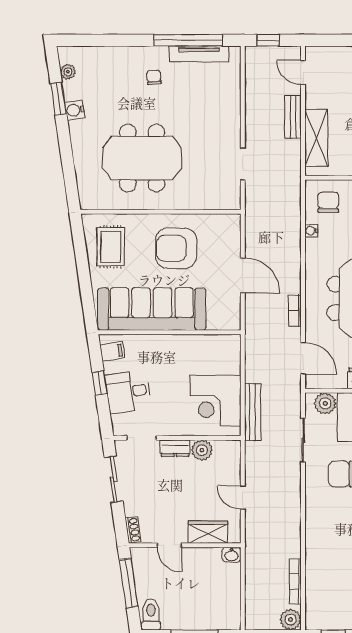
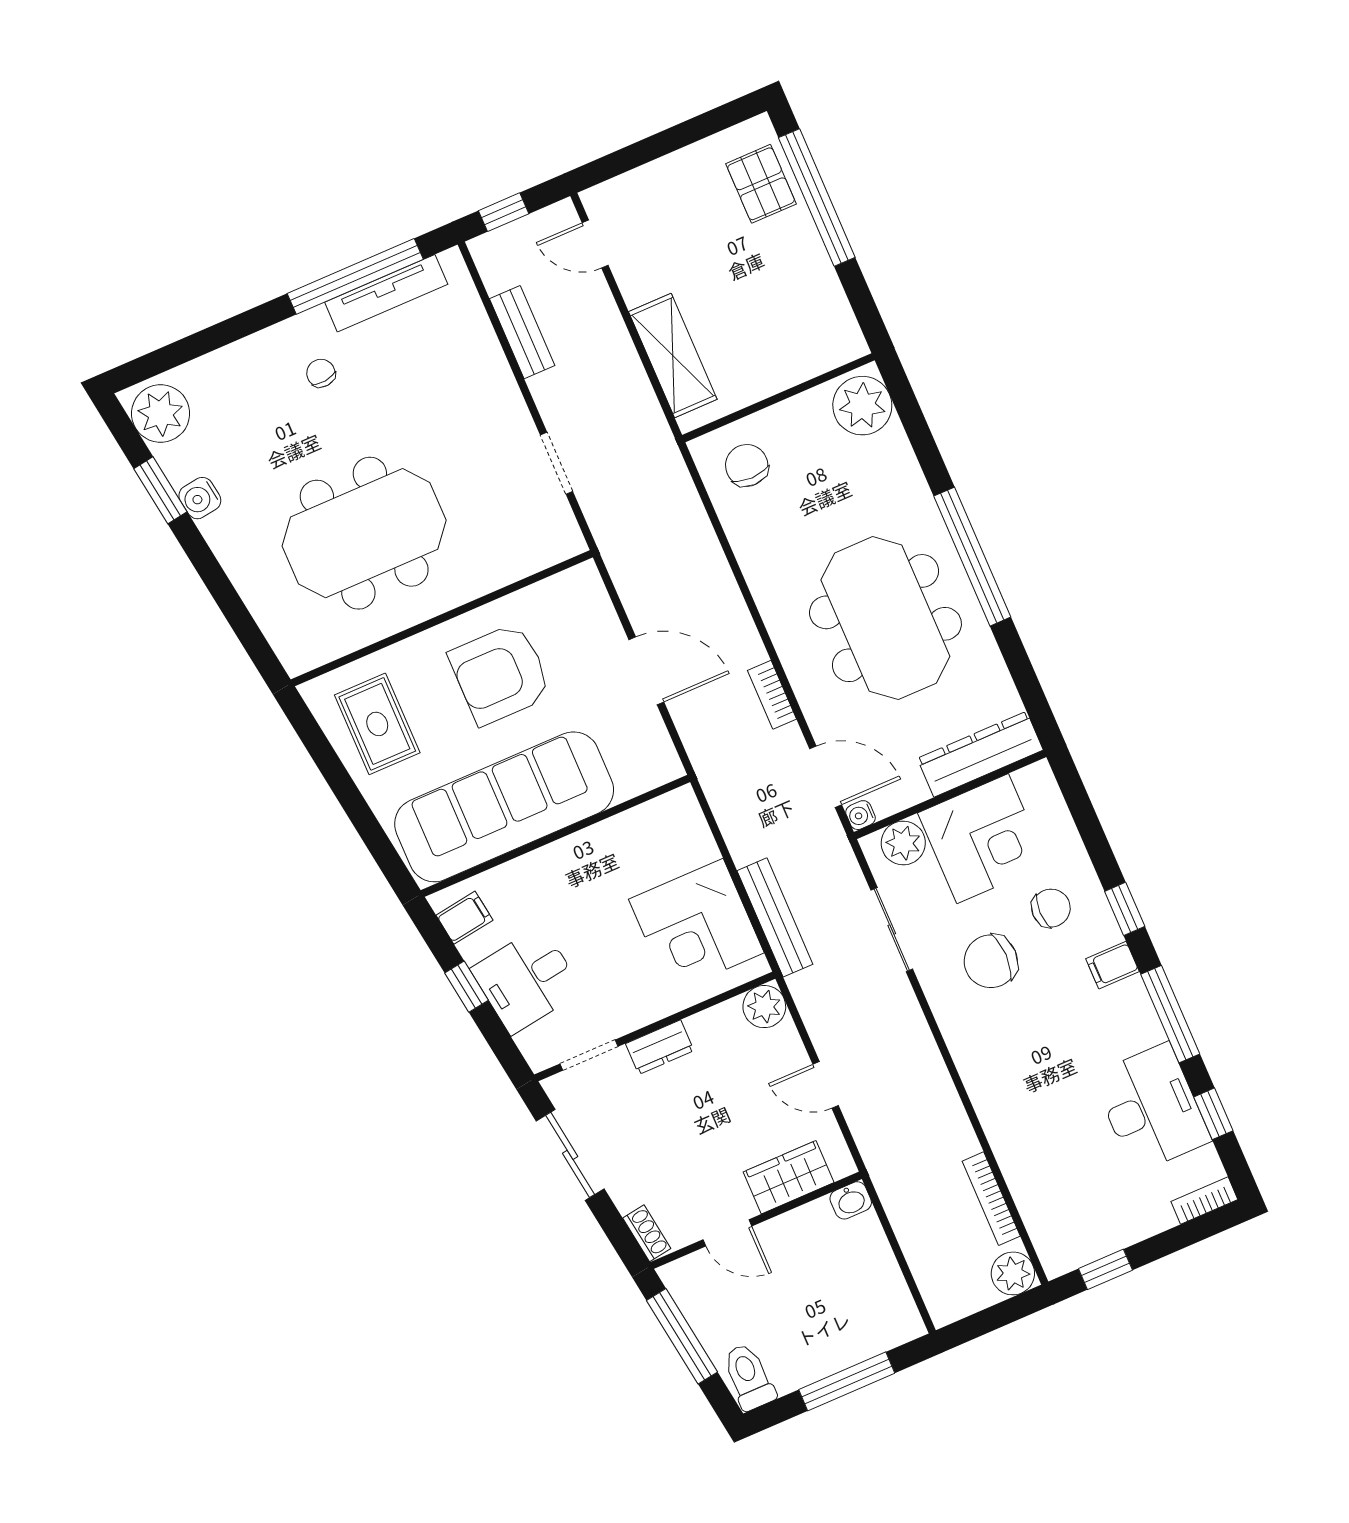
plant: (68, 72) -> (161, 414), width x1.88, depth x1.88
bench: (293, 117) -> (522, 332), moved
water cooler: (311, 231) -> (860, 815), moved
plant: (202, 450) -> (764, 1007), moved

